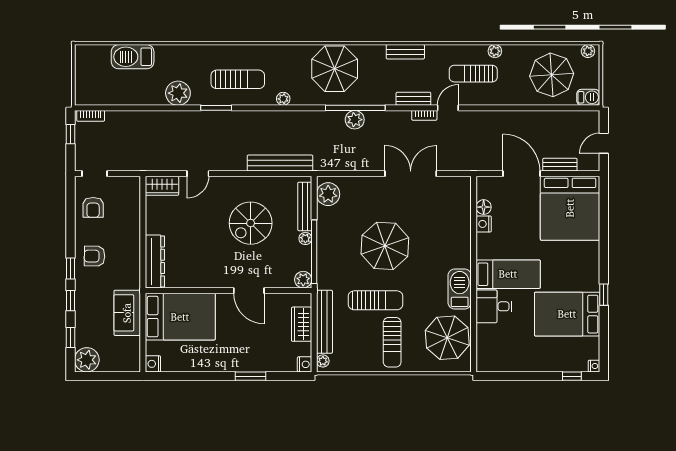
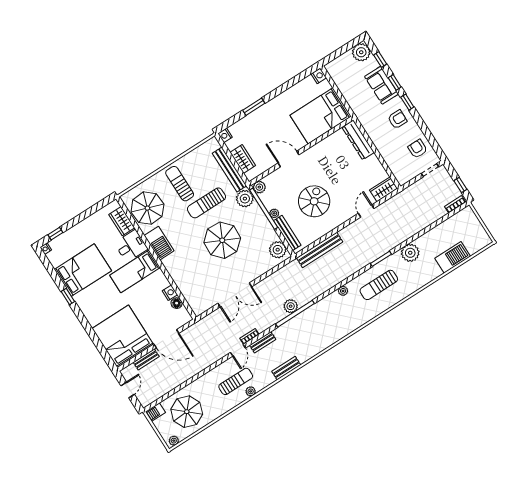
plant: (495, 51) -> (251, 391), moved
parasol: (335, 69) -> (323, 330), removed
sofa: (127, 313) -> (382, 85), moved, turned 180
wardrobe: (486, 342) -> (122, 221), added
plant: (323, 361) -> (245, 199), moved, width x1.88, depth x1.88

